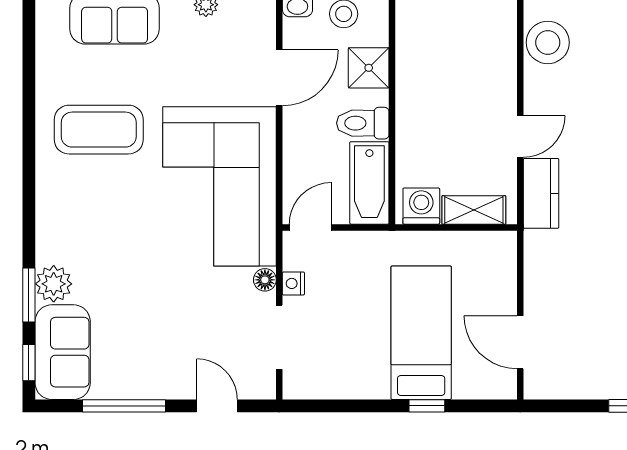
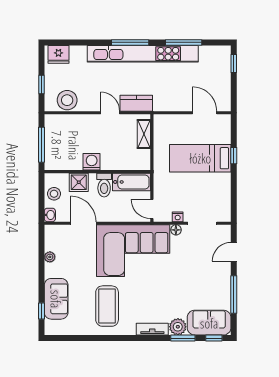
washing machine: (421, 206) -> (92, 162), moved, turned 90
tv unit: (48, 228) -> (152, 329), added
door: (520, 342) -> (205, 113), swing flipped

